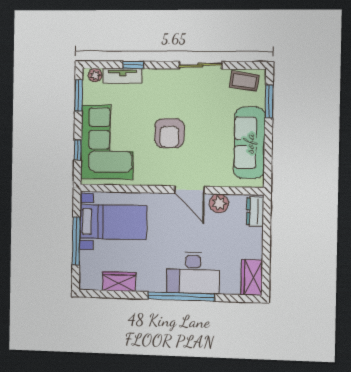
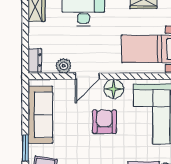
floor lamp: (157, 174) -> (114, 89), added
door: (190, 190) -> (87, 76), swing flipped

